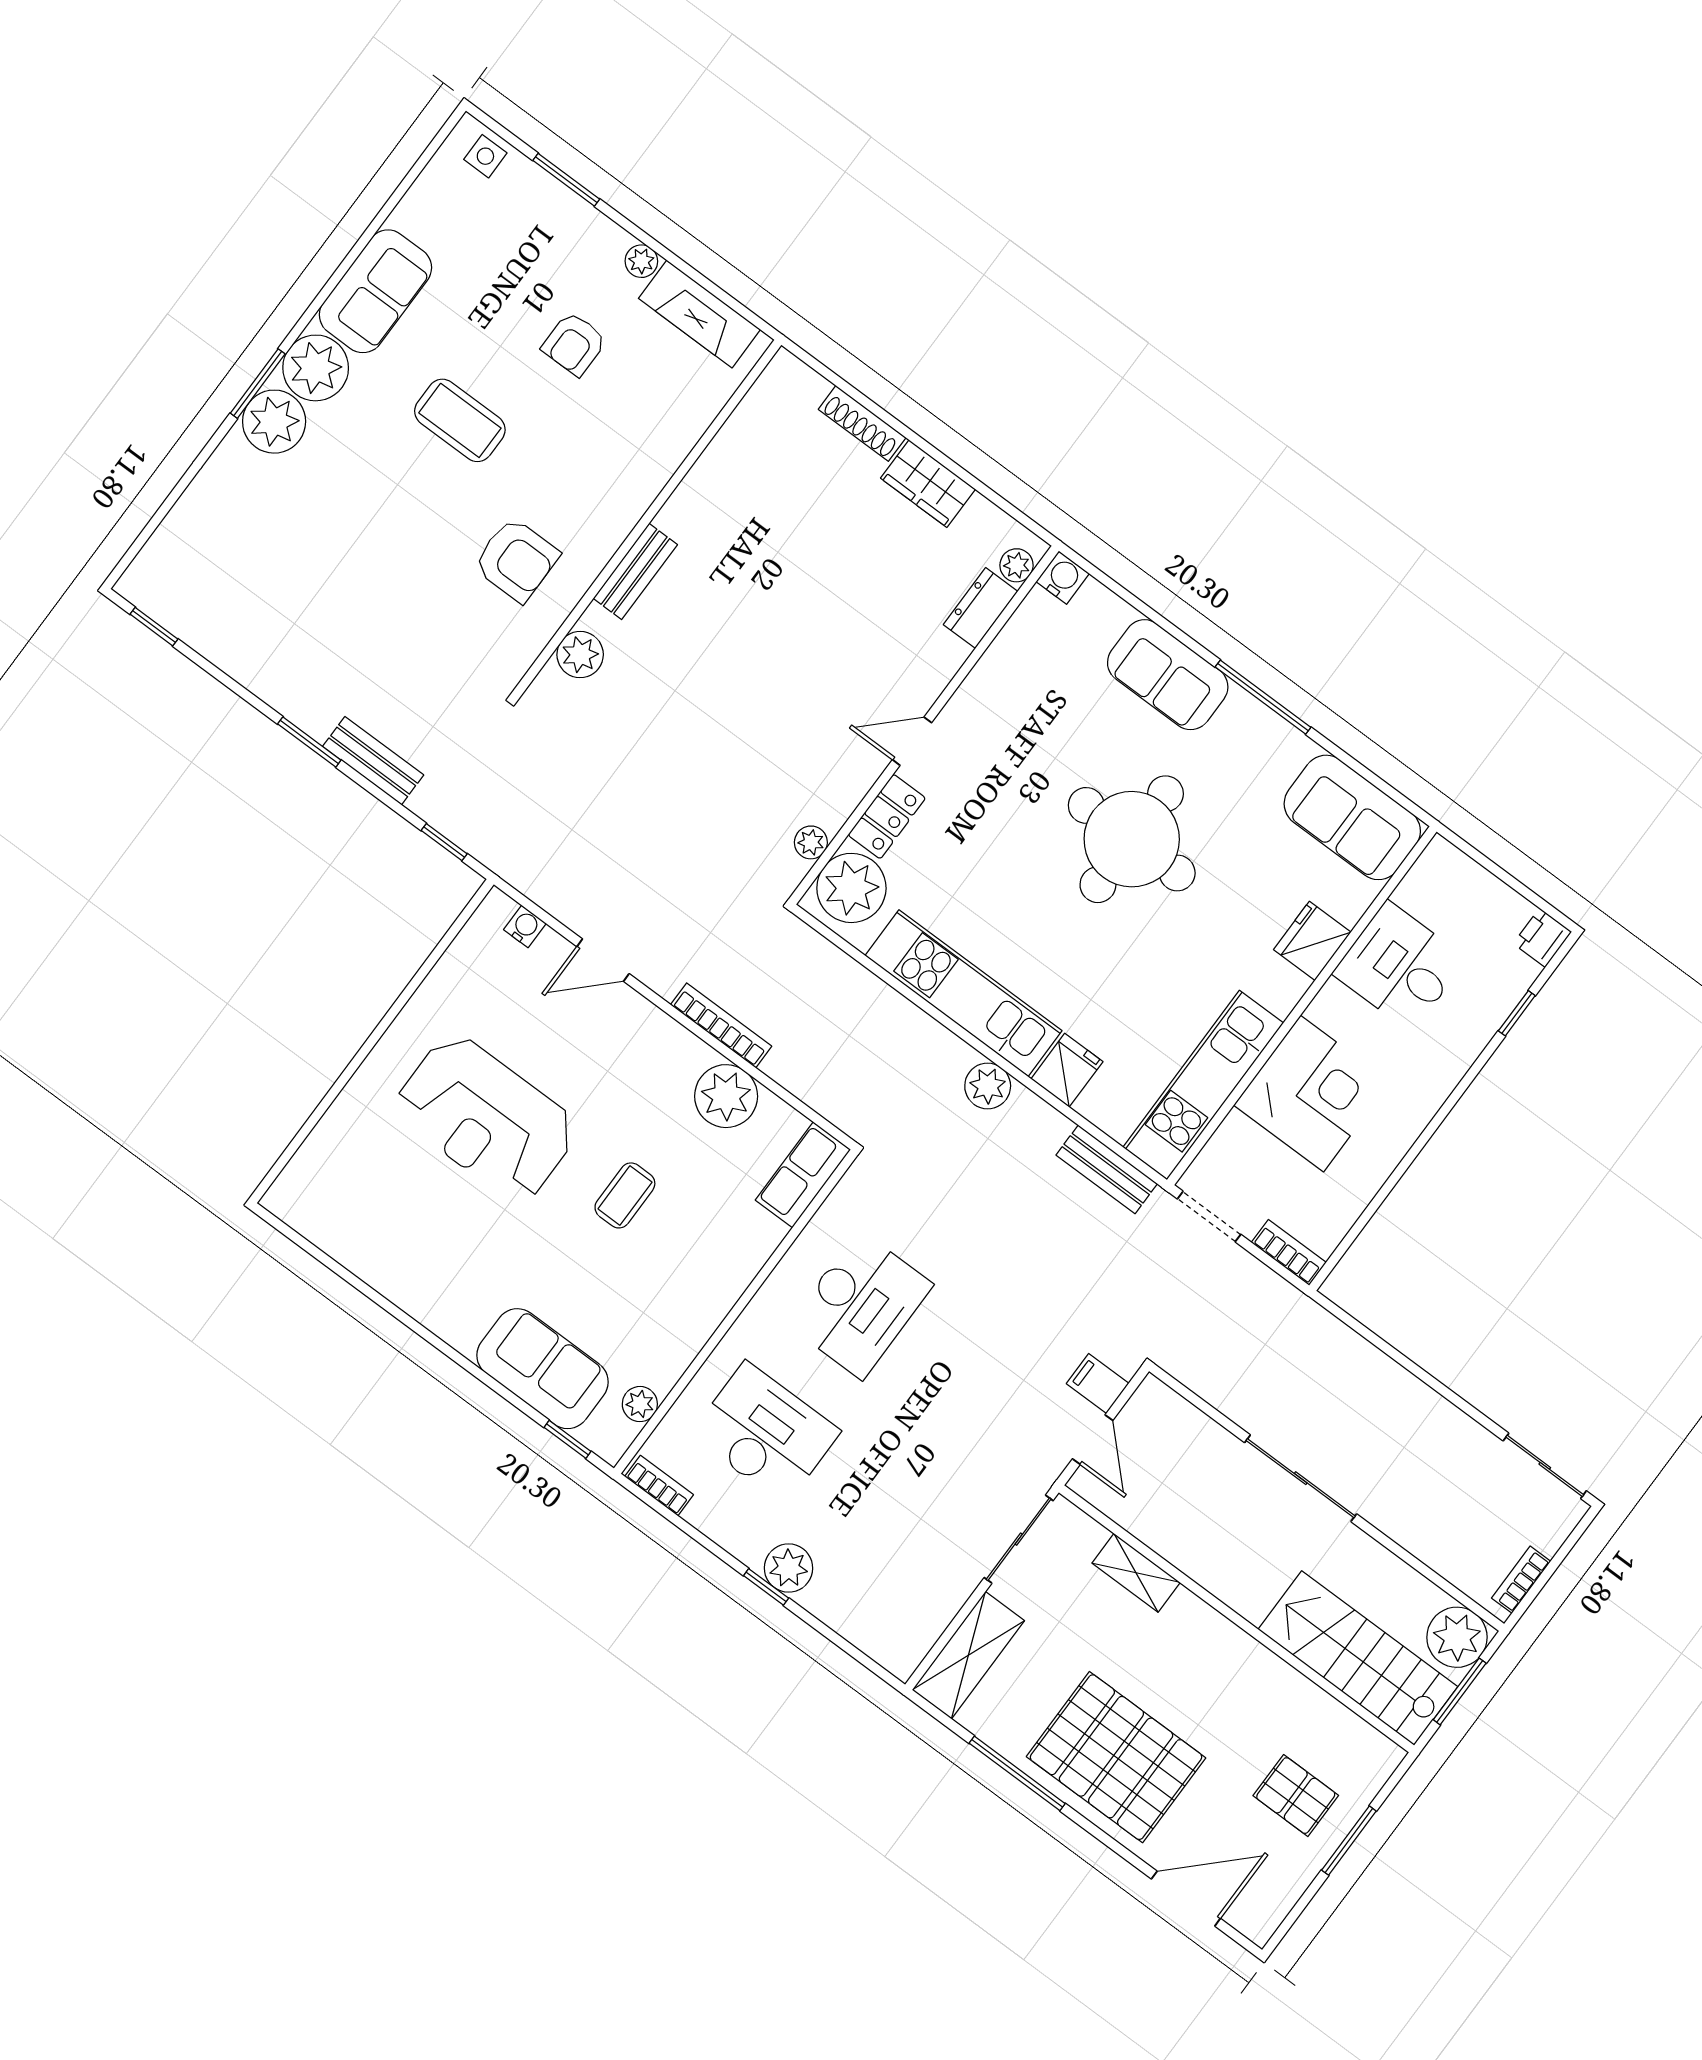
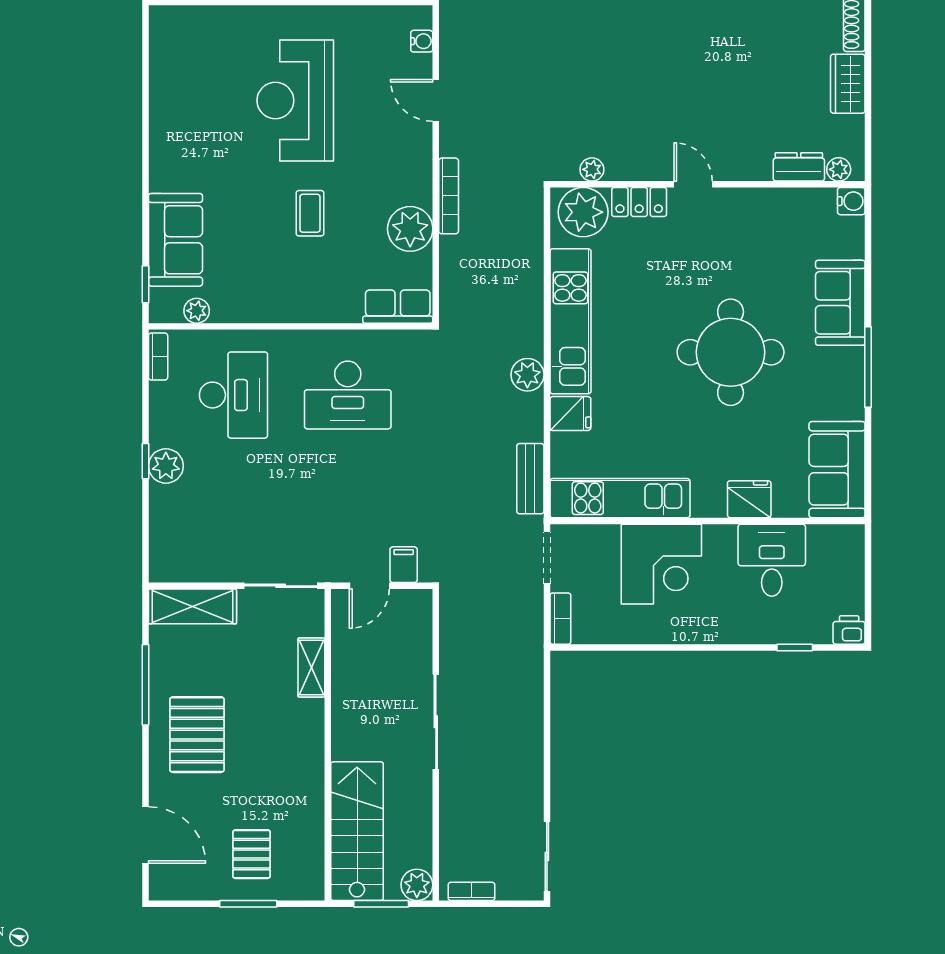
coffee table: (625, 1195) -> (310, 213), turned 90
plant: (1457, 1637) -> (417, 885), width x0.73, depth x0.73
pallet: (1116, 1757) -> (197, 735), width x0.73, depth x0.71

